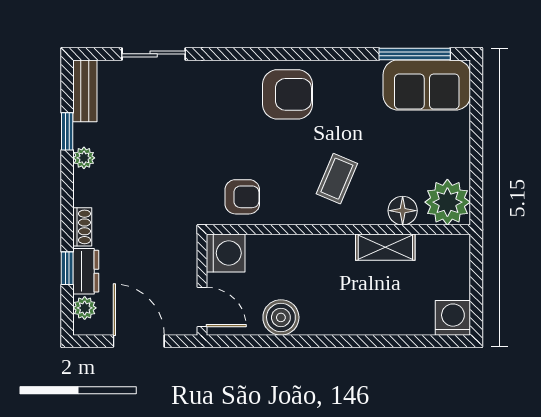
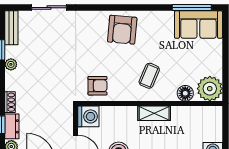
armchair: (287, 94) -> (122, 30), turned 95
shelving: (385, 247) -> (154, 113), moved

